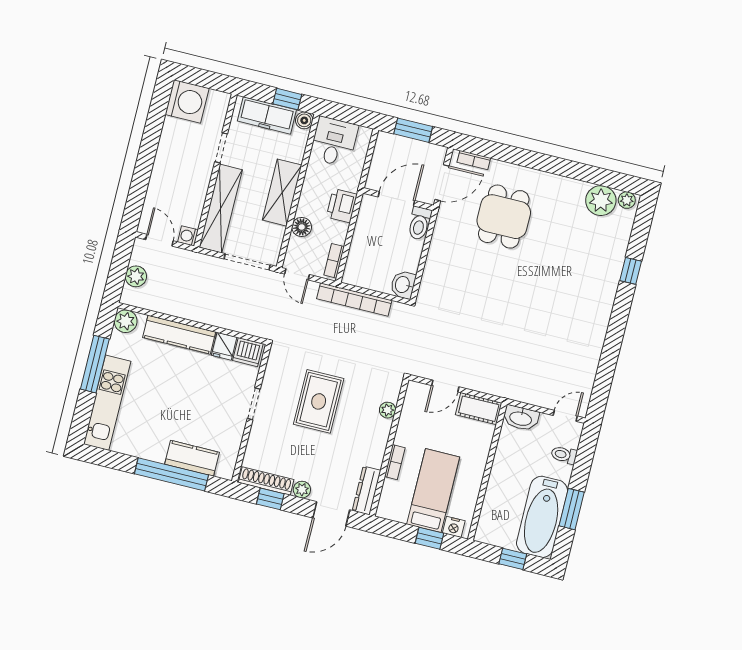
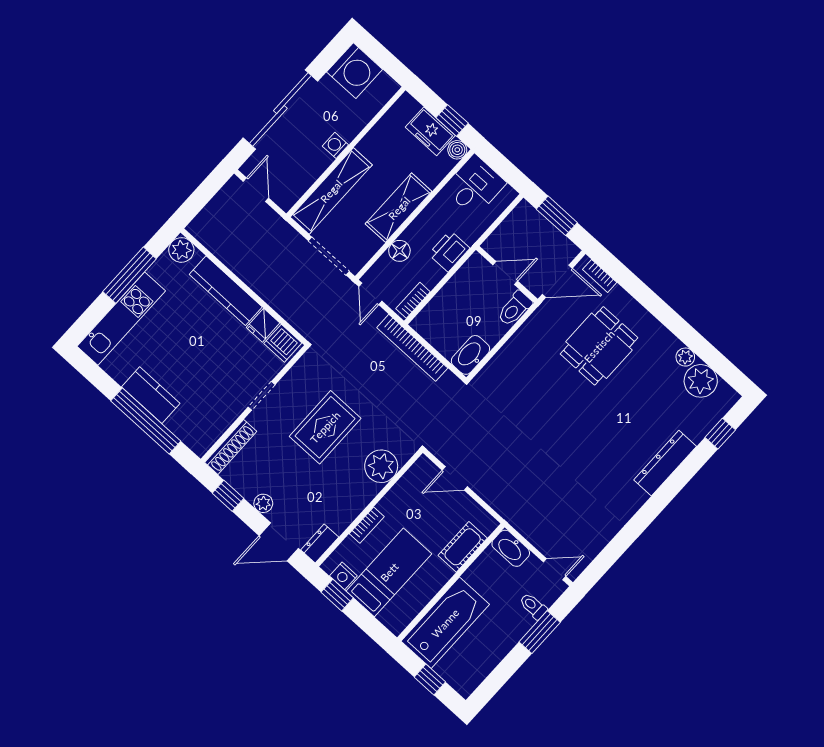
freezer: (267, 115) -> (430, 131), width x0.71
doorway: (221, 148) -> (363, 133), removed
sliding door: (144, 165) -> (280, 109), added
door: (396, 199) -> (505, 273), width x0.73
plant: (627, 200) -> (685, 357), moved
washing machine: (188, 236) -> (335, 145), moved
window: (631, 271) -> (720, 434), moved
plant: (136, 276) -> (214, 212), removed
dresser: (608, 282) -> (665, 463), added
washbasin: (403, 285) -> (470, 355), width x1.38
cot: (479, 409) -> (463, 547), moved, turned 90
plant: (388, 410) -> (381, 466), width x1.88, depth x1.88
kitchen counter: (192, 458) -> (151, 395), moved
shoe rack: (266, 481) -> (231, 447), moved, turned 90
dresser: (367, 491) -> (320, 543), width x0.70
window: (572, 509) -> (540, 632), moved
bathtub: (542, 517) -> (445, 623), moved, turned 180
nightstand: (454, 527) -> (343, 576), moved
window: (429, 538) -> (337, 595), moved

